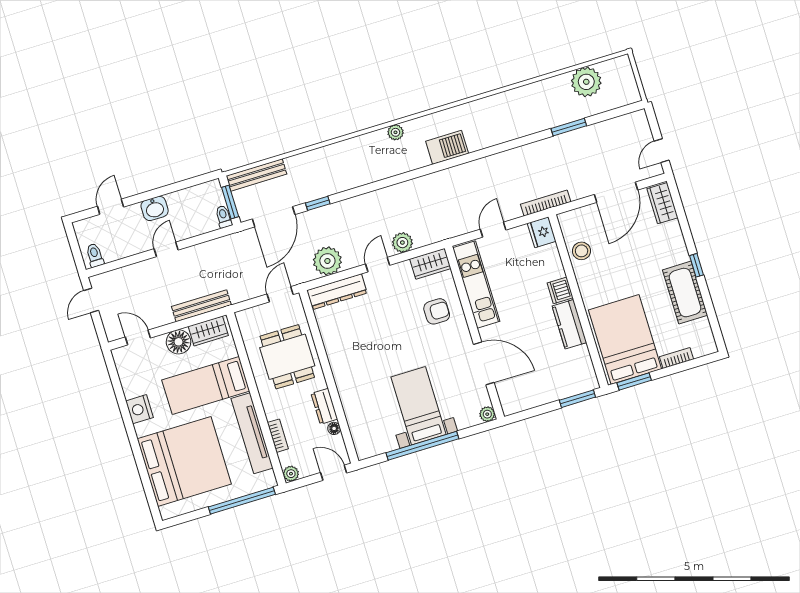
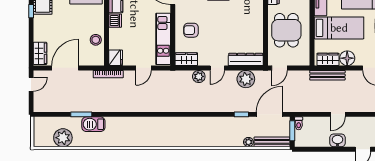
plant: (395, 132) -> (248, 142), moved
barbecue: (447, 147) -> (93, 124), moved

